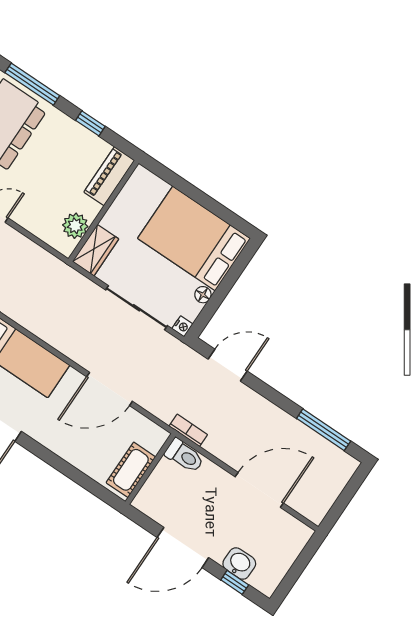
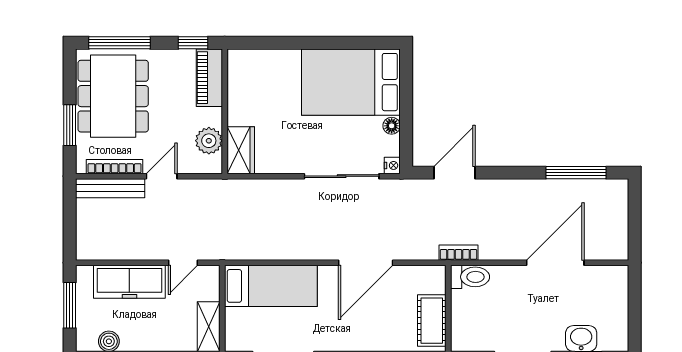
piano: (109, 176) -> (209, 78), moved
wall: (104, 211) -> (225, 111), moved
plant: (75, 226) -> (209, 141), moved
wardrobe: (96, 250) -> (241, 150), moved

